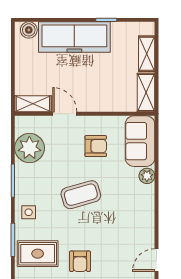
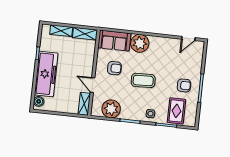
door: (65, 114) -> (93, 85), hinge flipped
armchair: (96, 146) -> (114, 68), turned 90
plant: (147, 176) -> (140, 43), width x1.88, depth x1.88
coffee table: (81, 195) -> (143, 80), turned -76
door: (157, 260) -> (188, 38), hinge flipped

